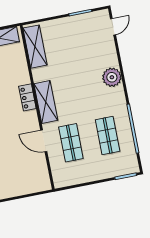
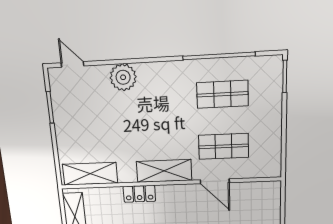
plant: (112, 77) -> (123, 77), moved
locker: (27, 97) -> (139, 194), moved
door: (44, 141) -> (215, 181), hinge flipped

